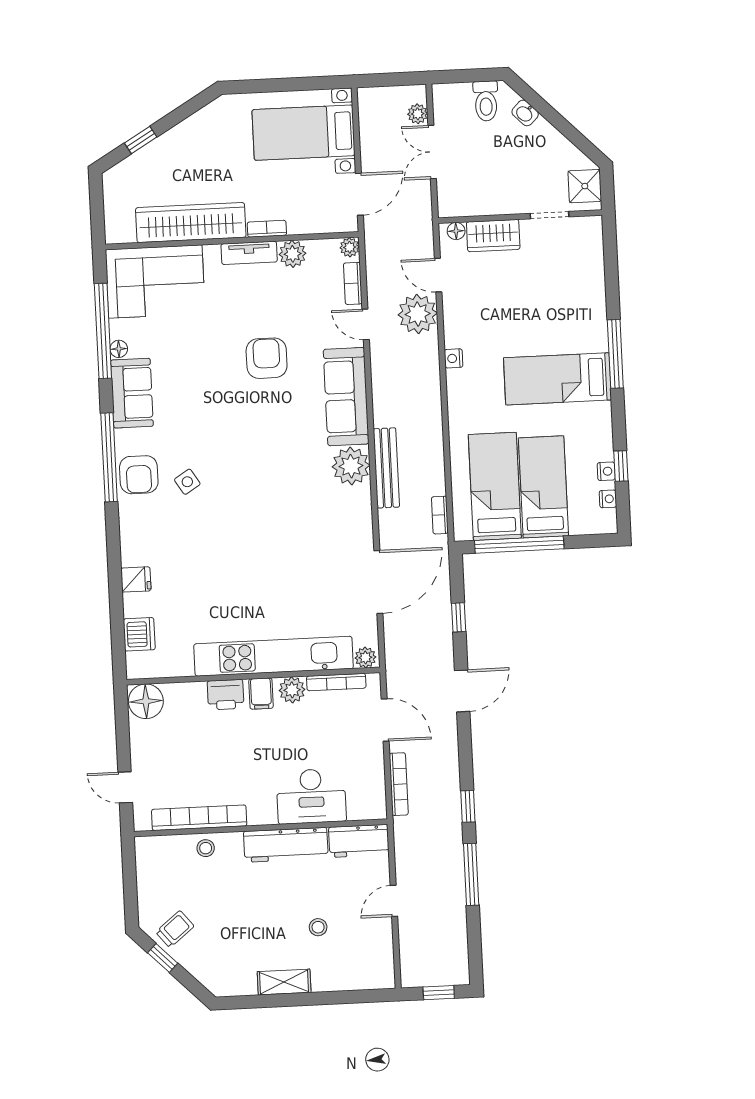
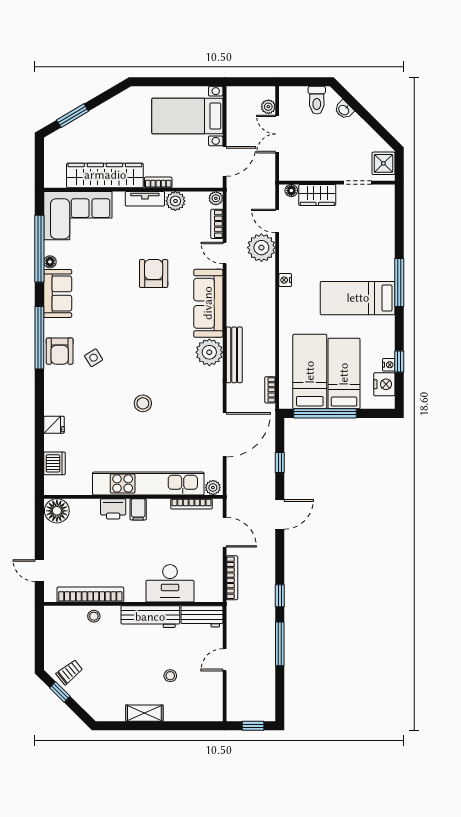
window: (141, 140) -> (72, 116), width x1.50
nightstand: (608, 499) -> (384, 384), width x1.89, depth x1.79
stool: (260, 543) -> (143, 403), added
plant: (292, 690) -> (160, 508), removed

